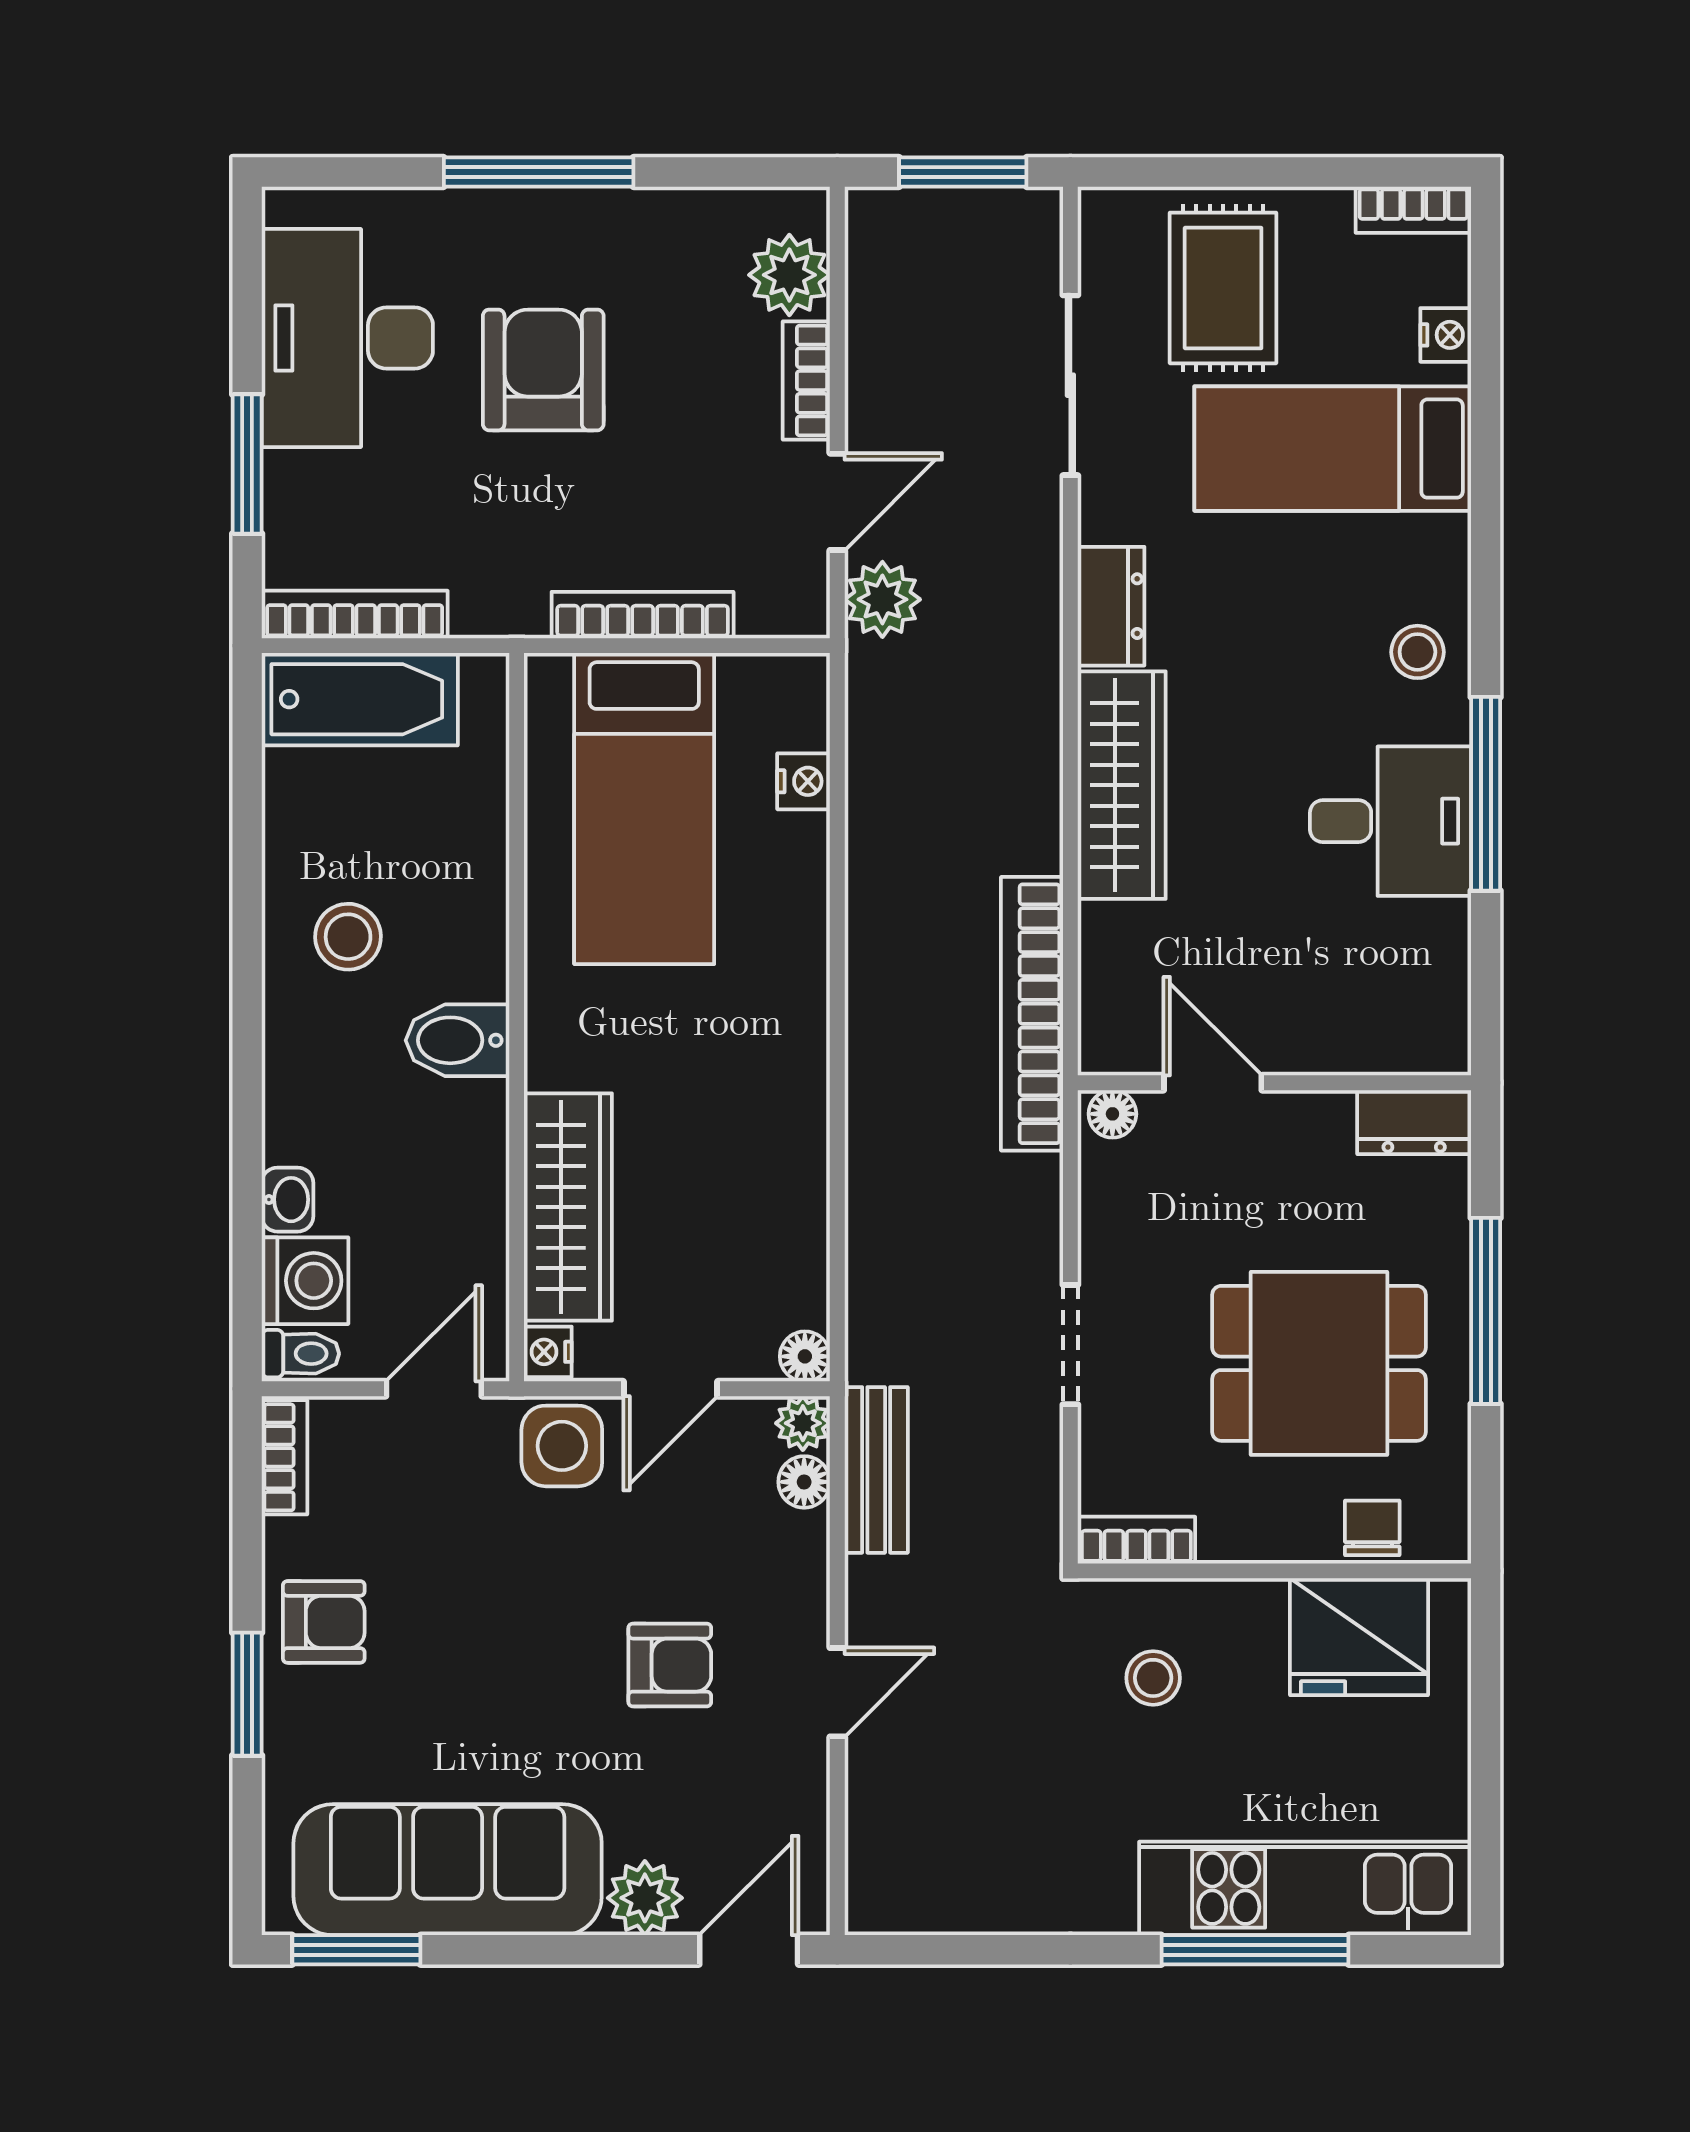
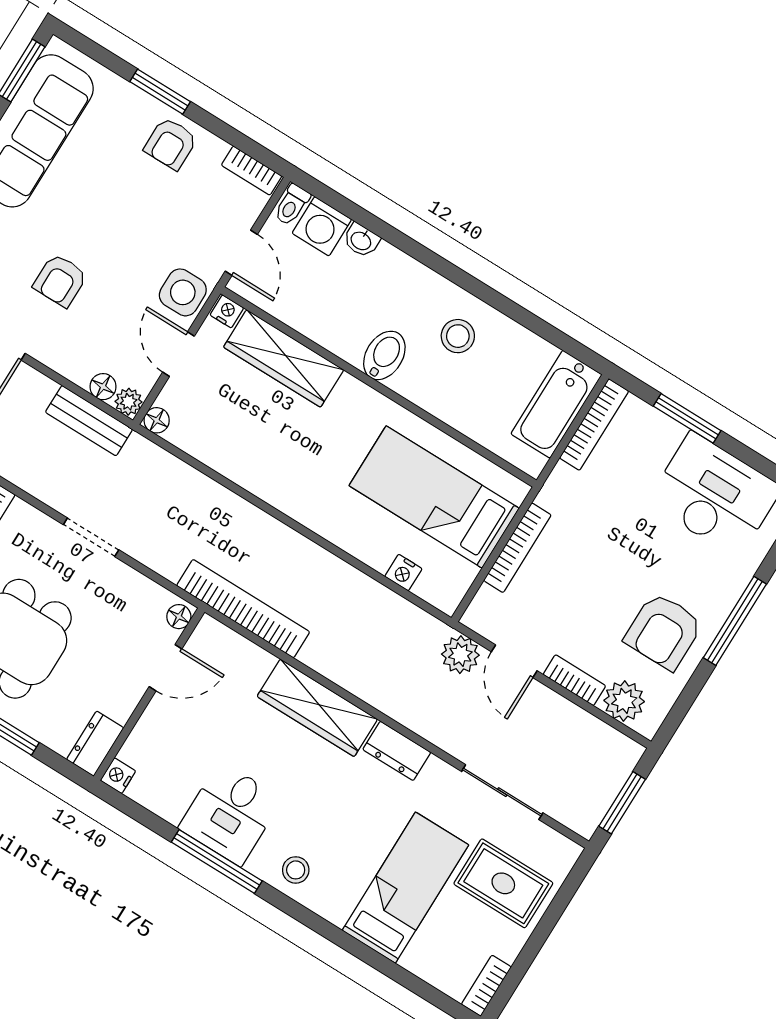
nightstand: (1446, 335) -> (118, 776), moved, turned 90
armchair: (543, 370) -> (664, 631), moved, turned 90

